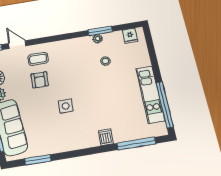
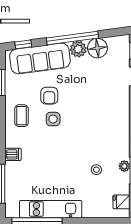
coffee table: (38, 59) -> (21, 116), moved
armchair: (40, 80) -> (49, 96), moved, turned -90

